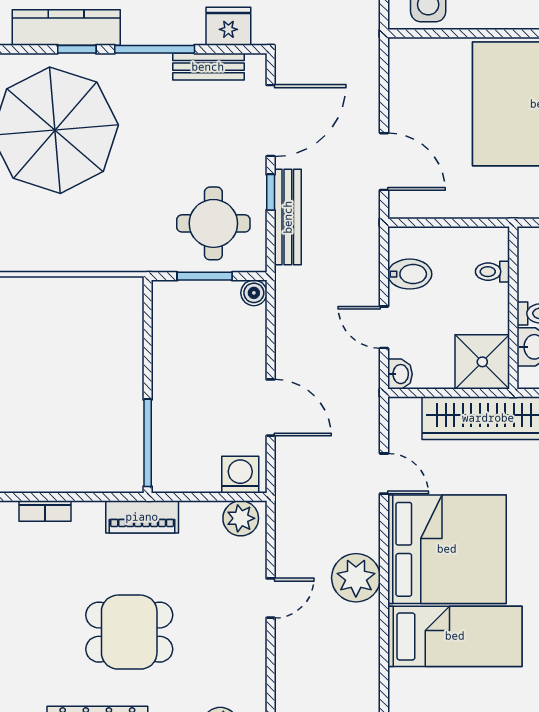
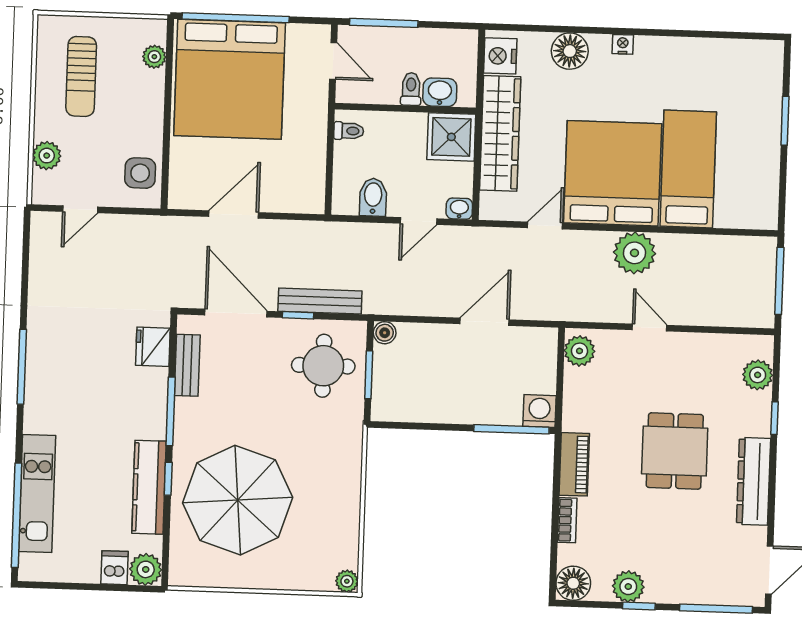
door: (384, 162) -> (234, 215), moved
toilet: (492, 272) -> (349, 131), moved, turned -90
washing machine: (240, 475) -> (539, 411), moved, turned 90
piano: (142, 517) -> (574, 464), moved

